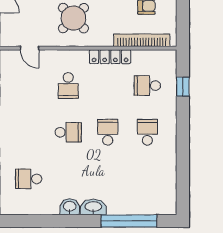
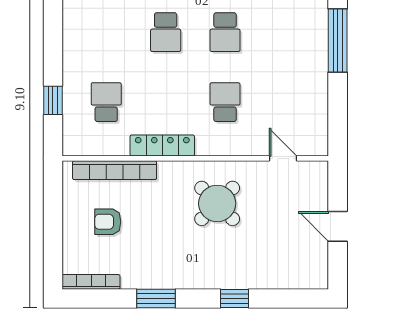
school desk: (147, 86) -> (106, 102), turned -90
school desk: (68, 132) -> (225, 32), turned -90
school desk: (147, 132) -> (106, 32), removed

